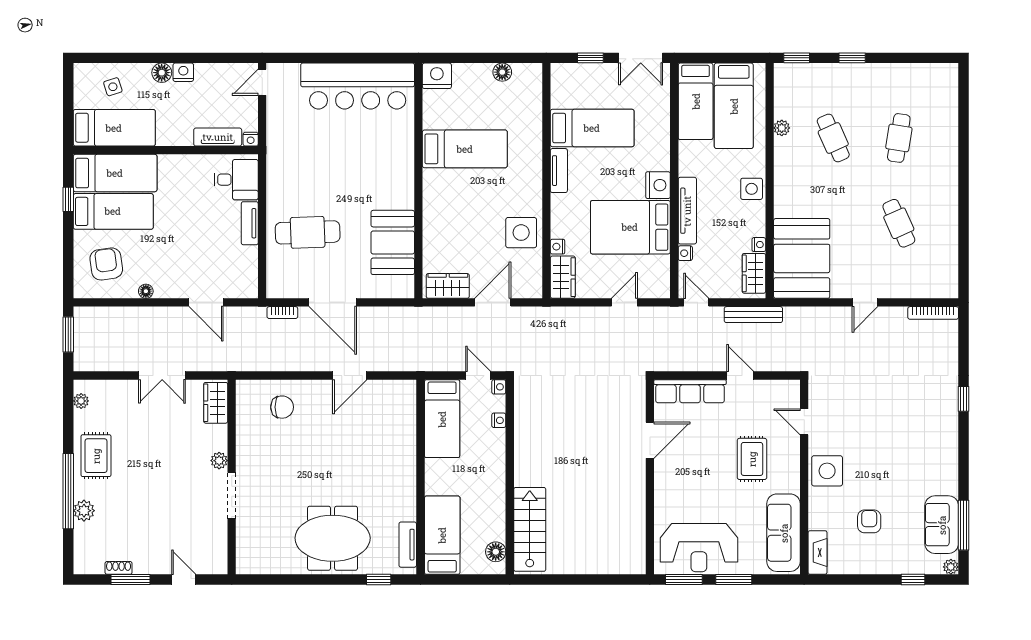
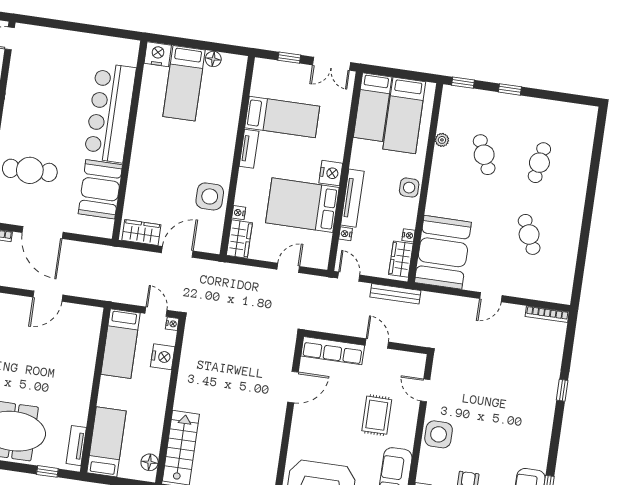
bar counter: (358, 86) -> (110, 113), moved, turned 90
bed: (465, 149) -> (184, 83), moved, turned 90
nightstand: (499, 420) -> (163, 357), width x1.89, depth x1.79

